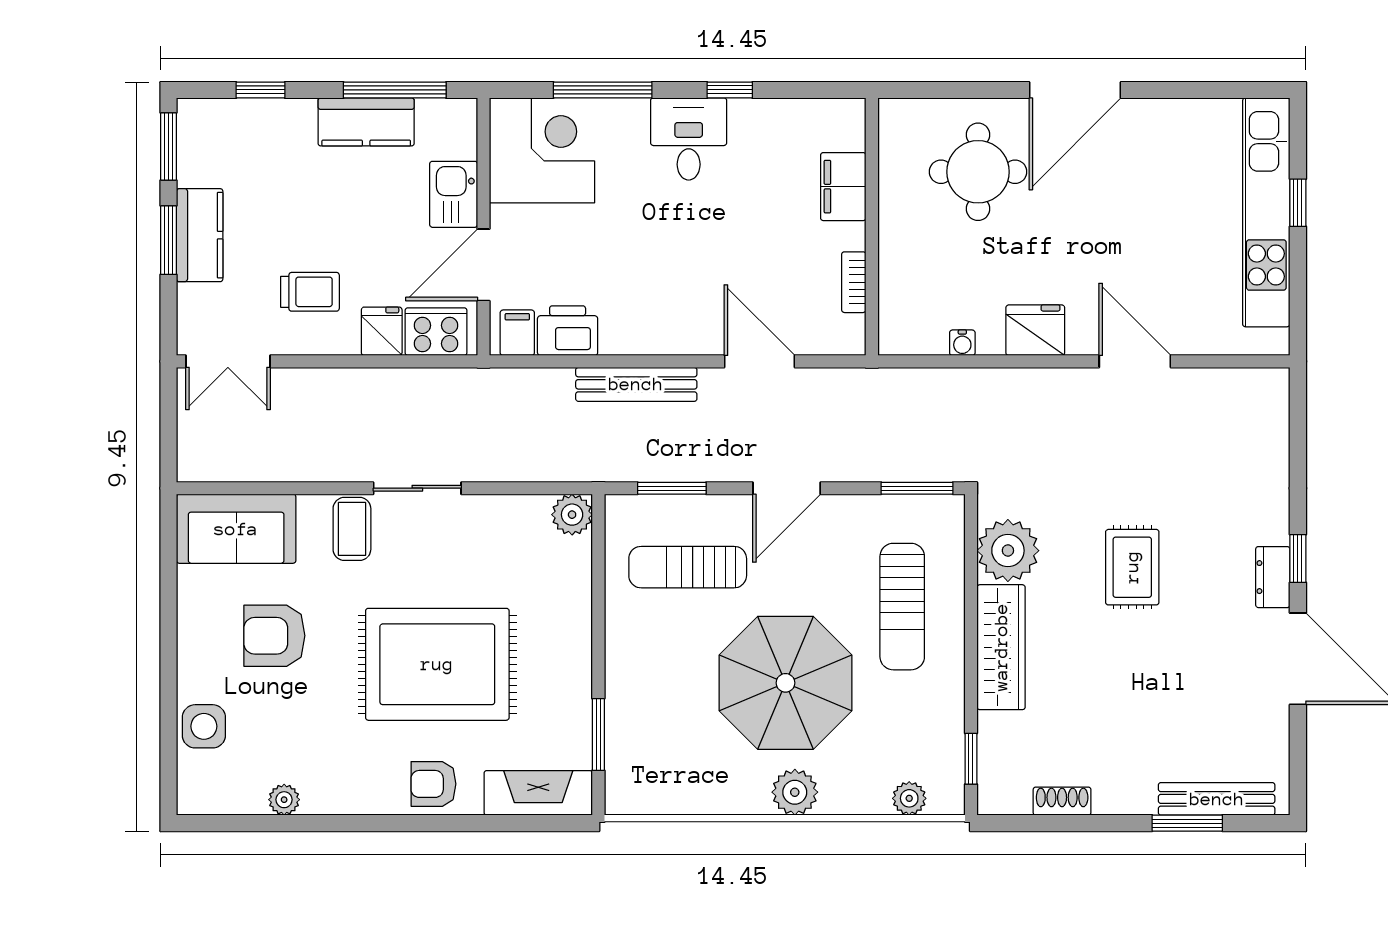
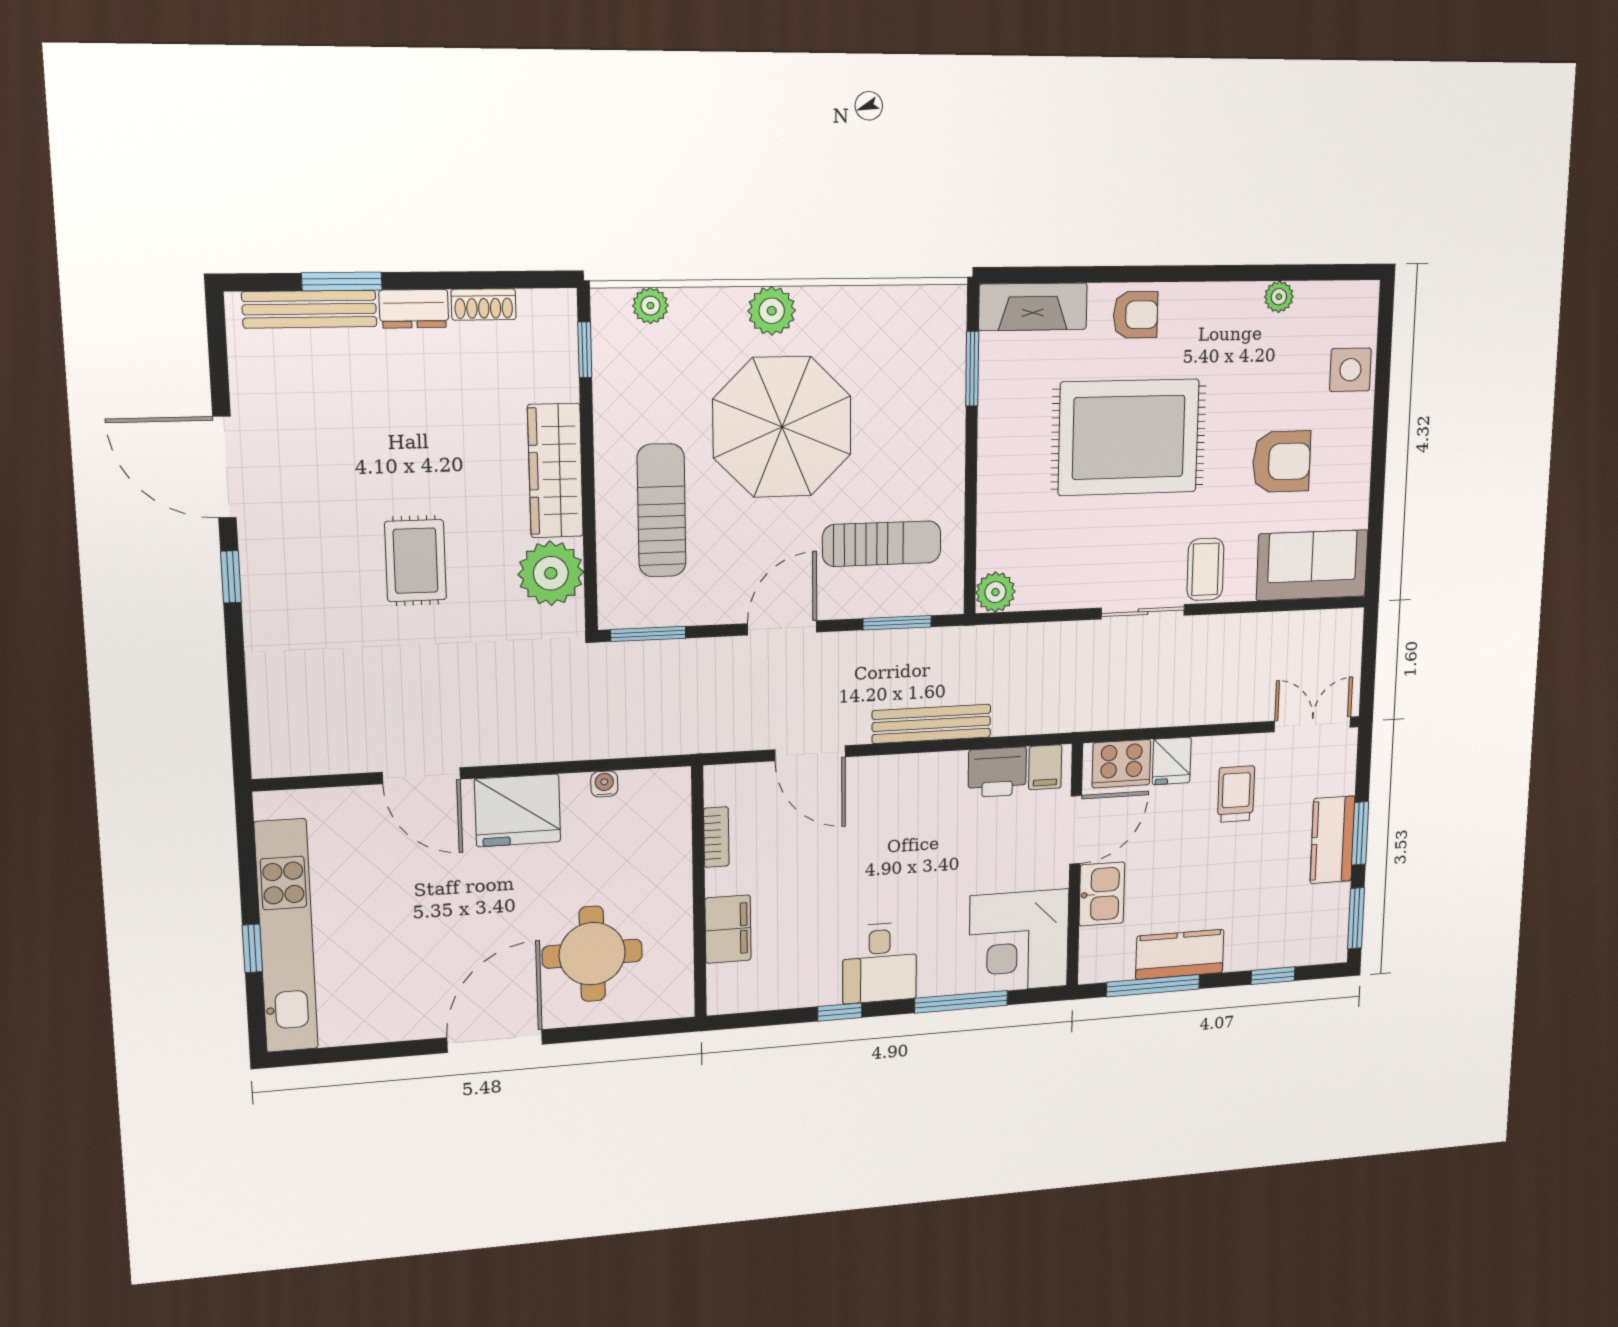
trolley: (310, 292) -> (1236, 794), turned 90
fridge: (1035, 330) -> (518, 810), width x1.36, depth x1.34
dresser: (1273, 577) -> (414, 309), moved, turned 90

